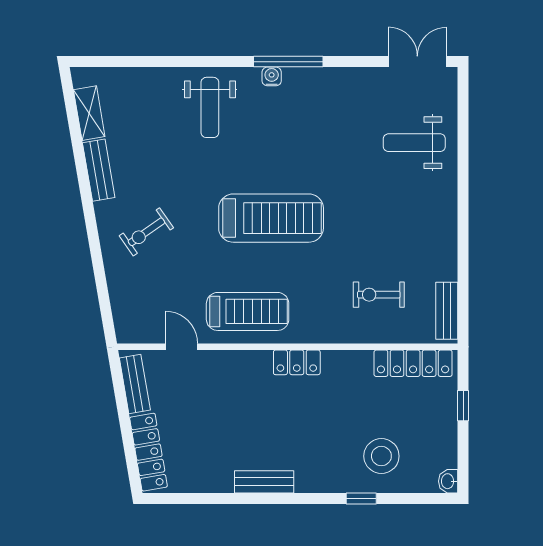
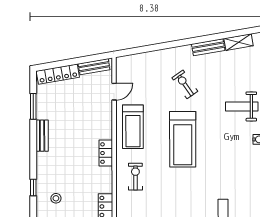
exercise bike: (146, 232) -> (185, 84), moved
exercise bike: (379, 295) -> (135, 177), moved
stool: (381, 456) -> (56, 198), width x0.53, depth x0.53
window: (209, 498) -> (33, 106), added

